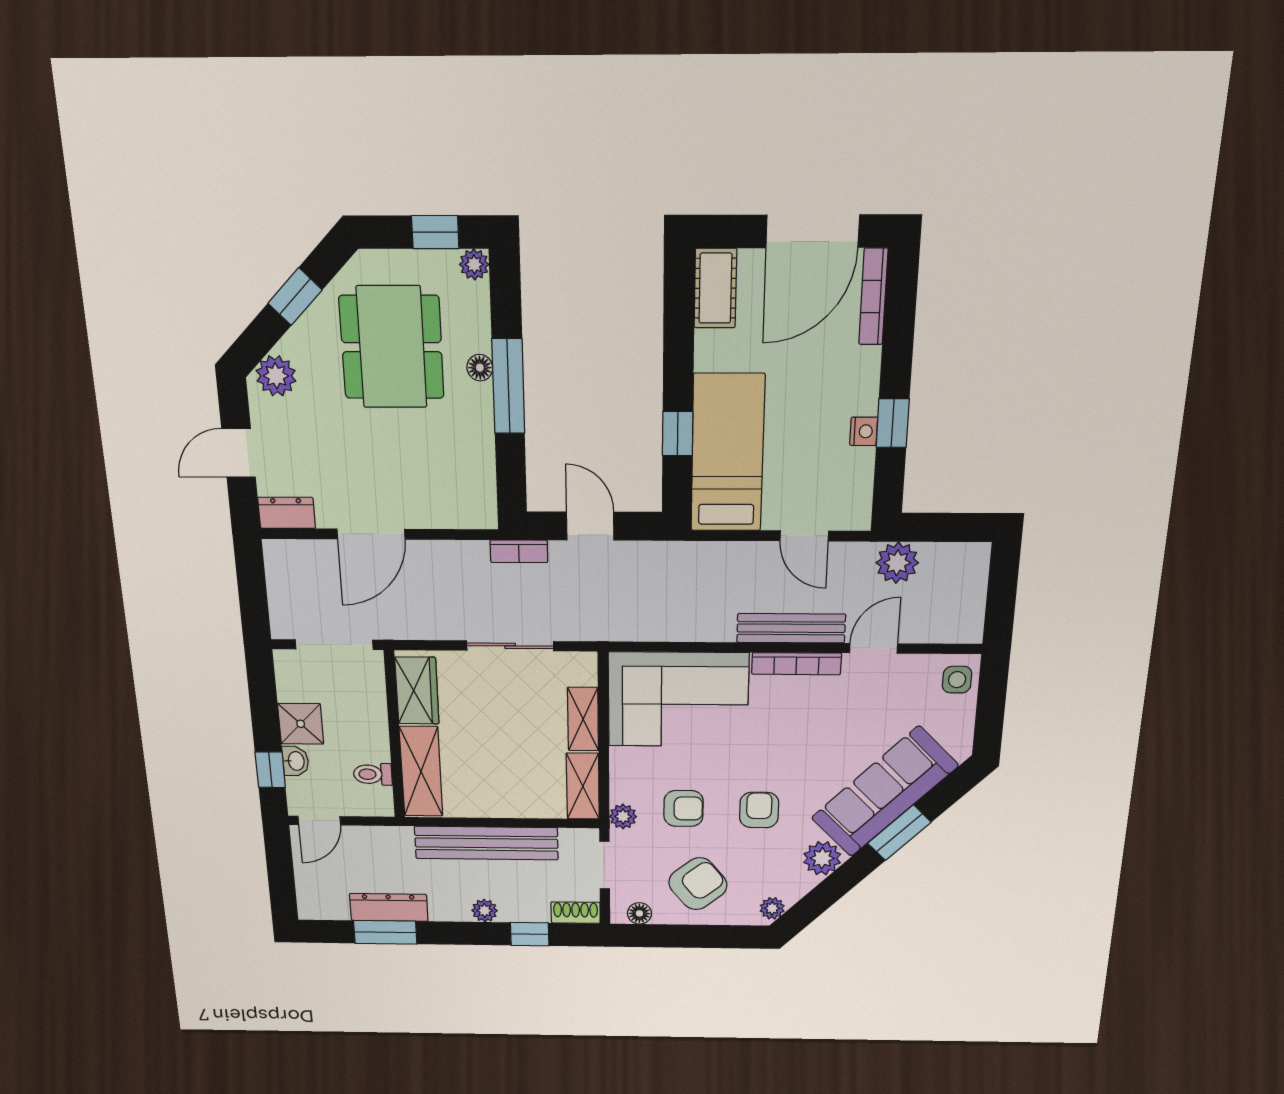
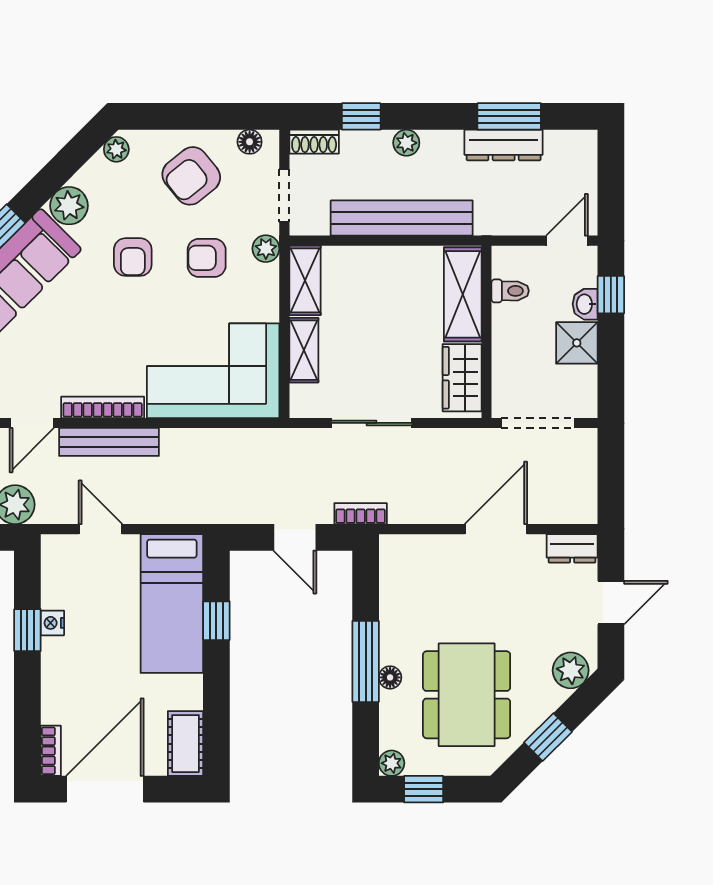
bookcase: (873, 297) -> (51, 751), width x0.64

